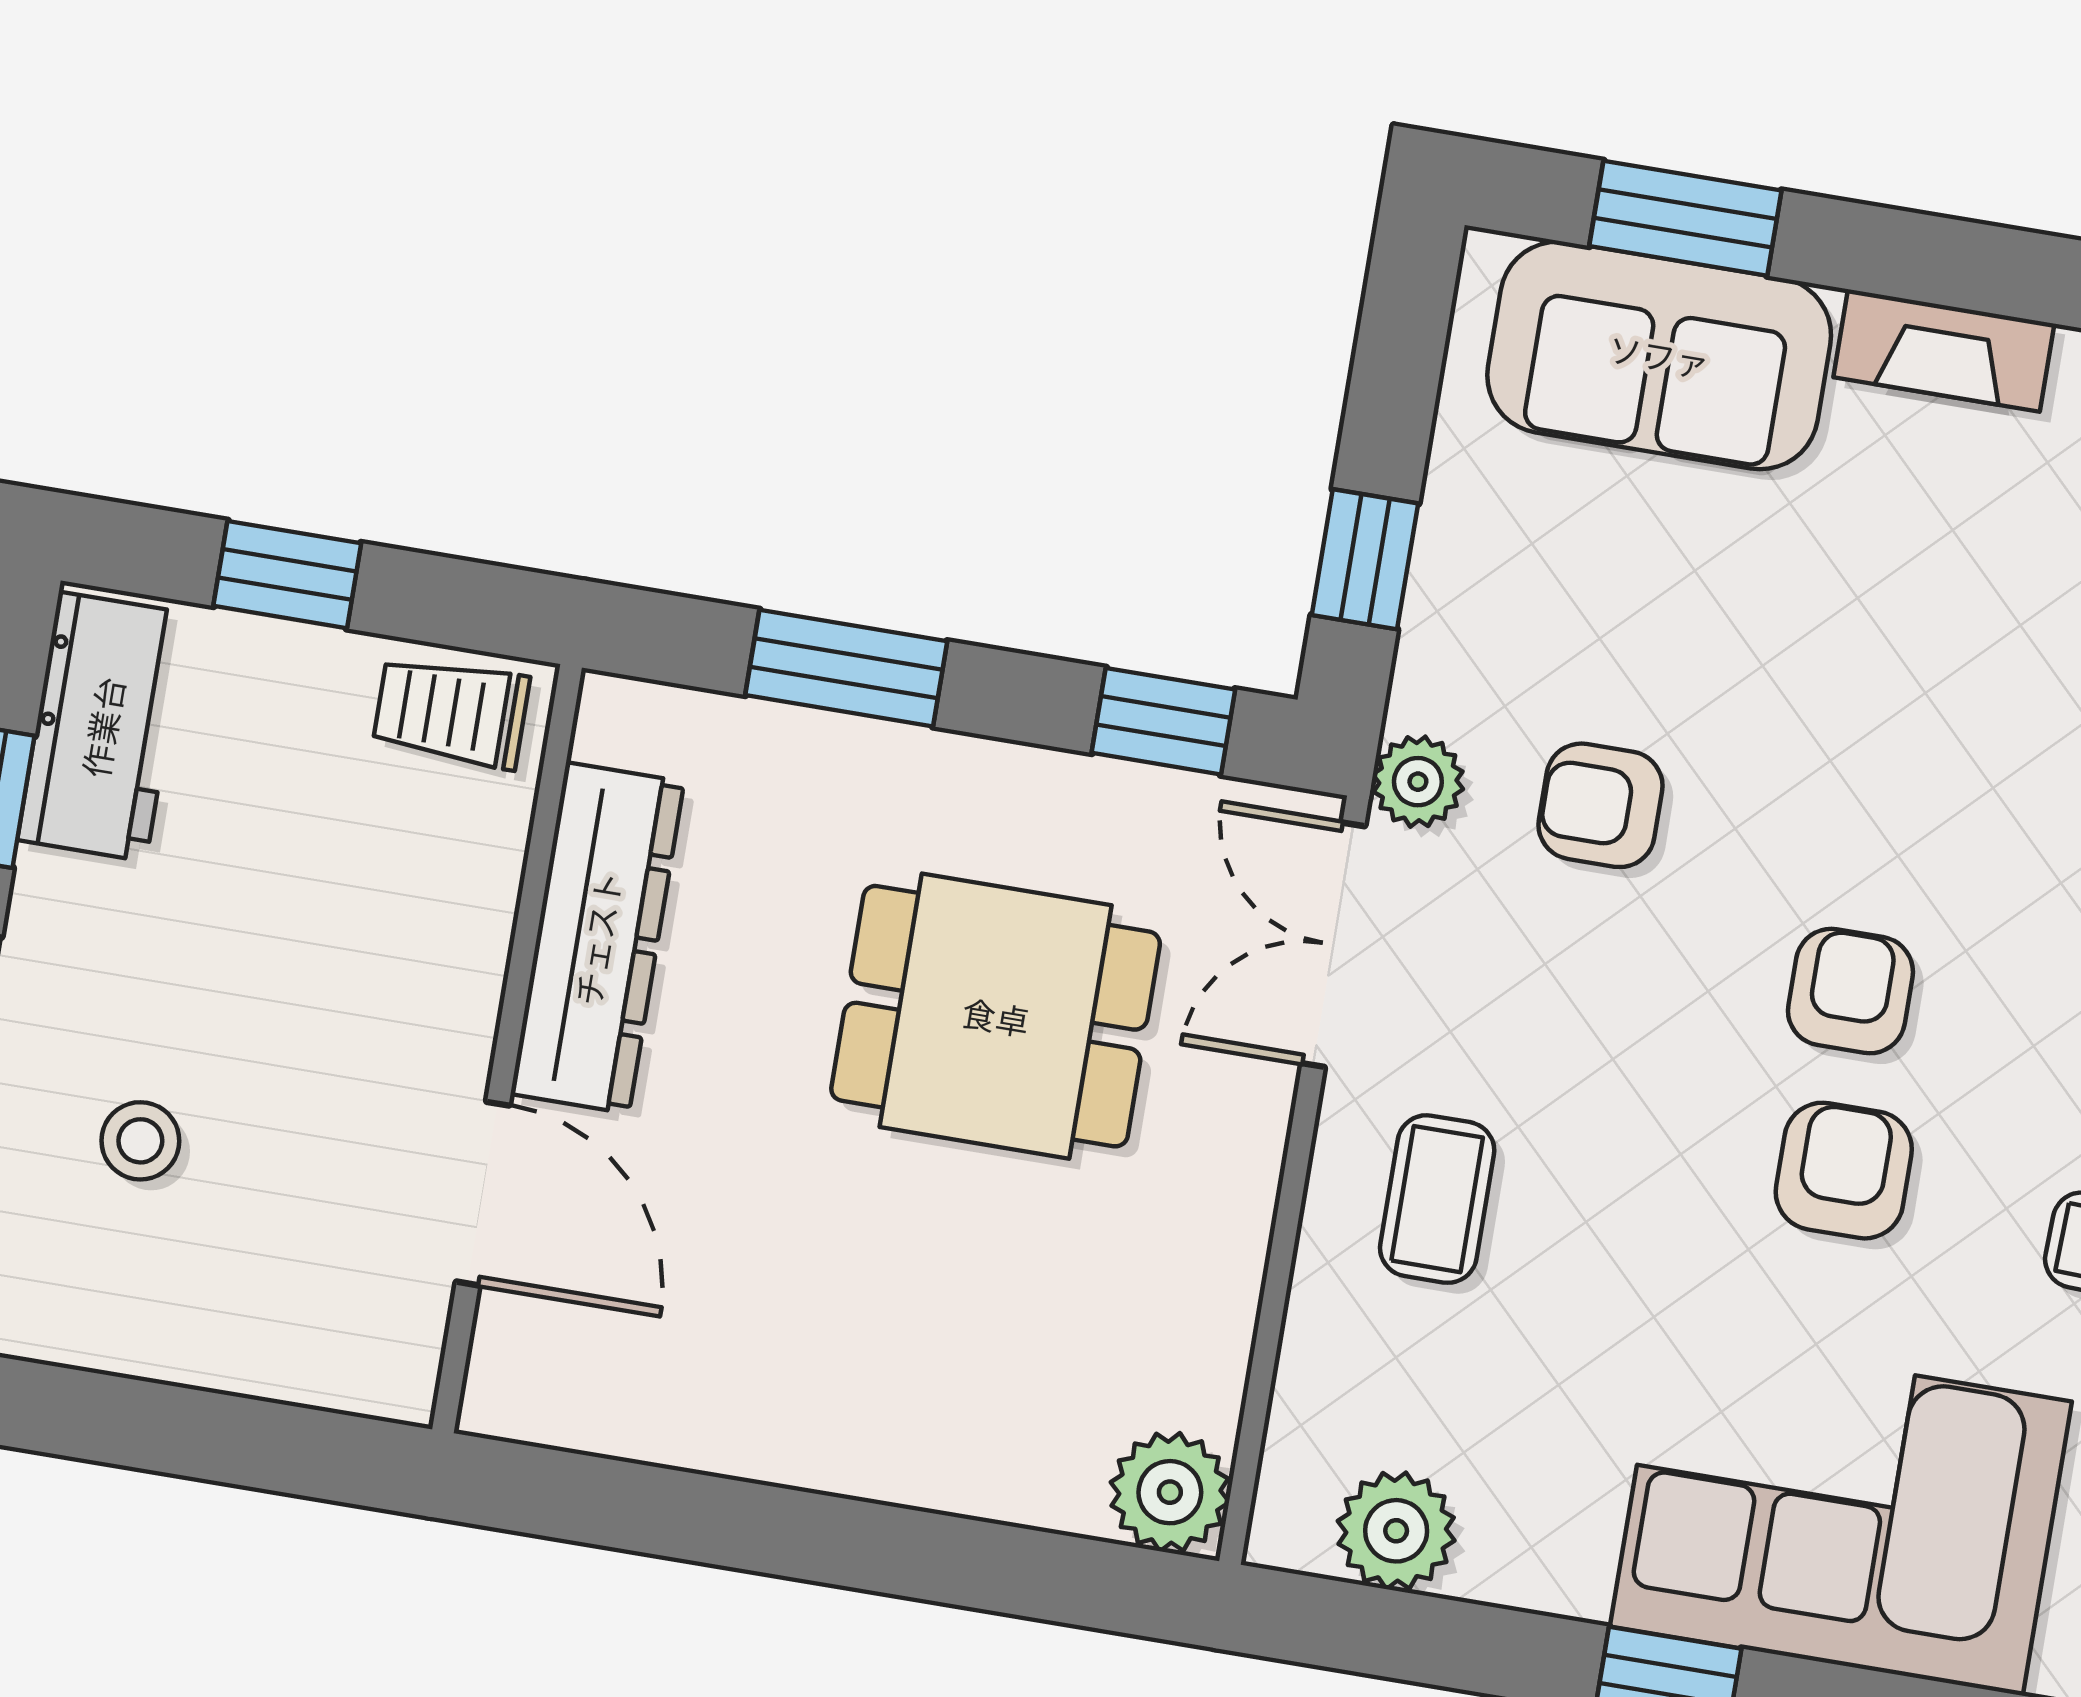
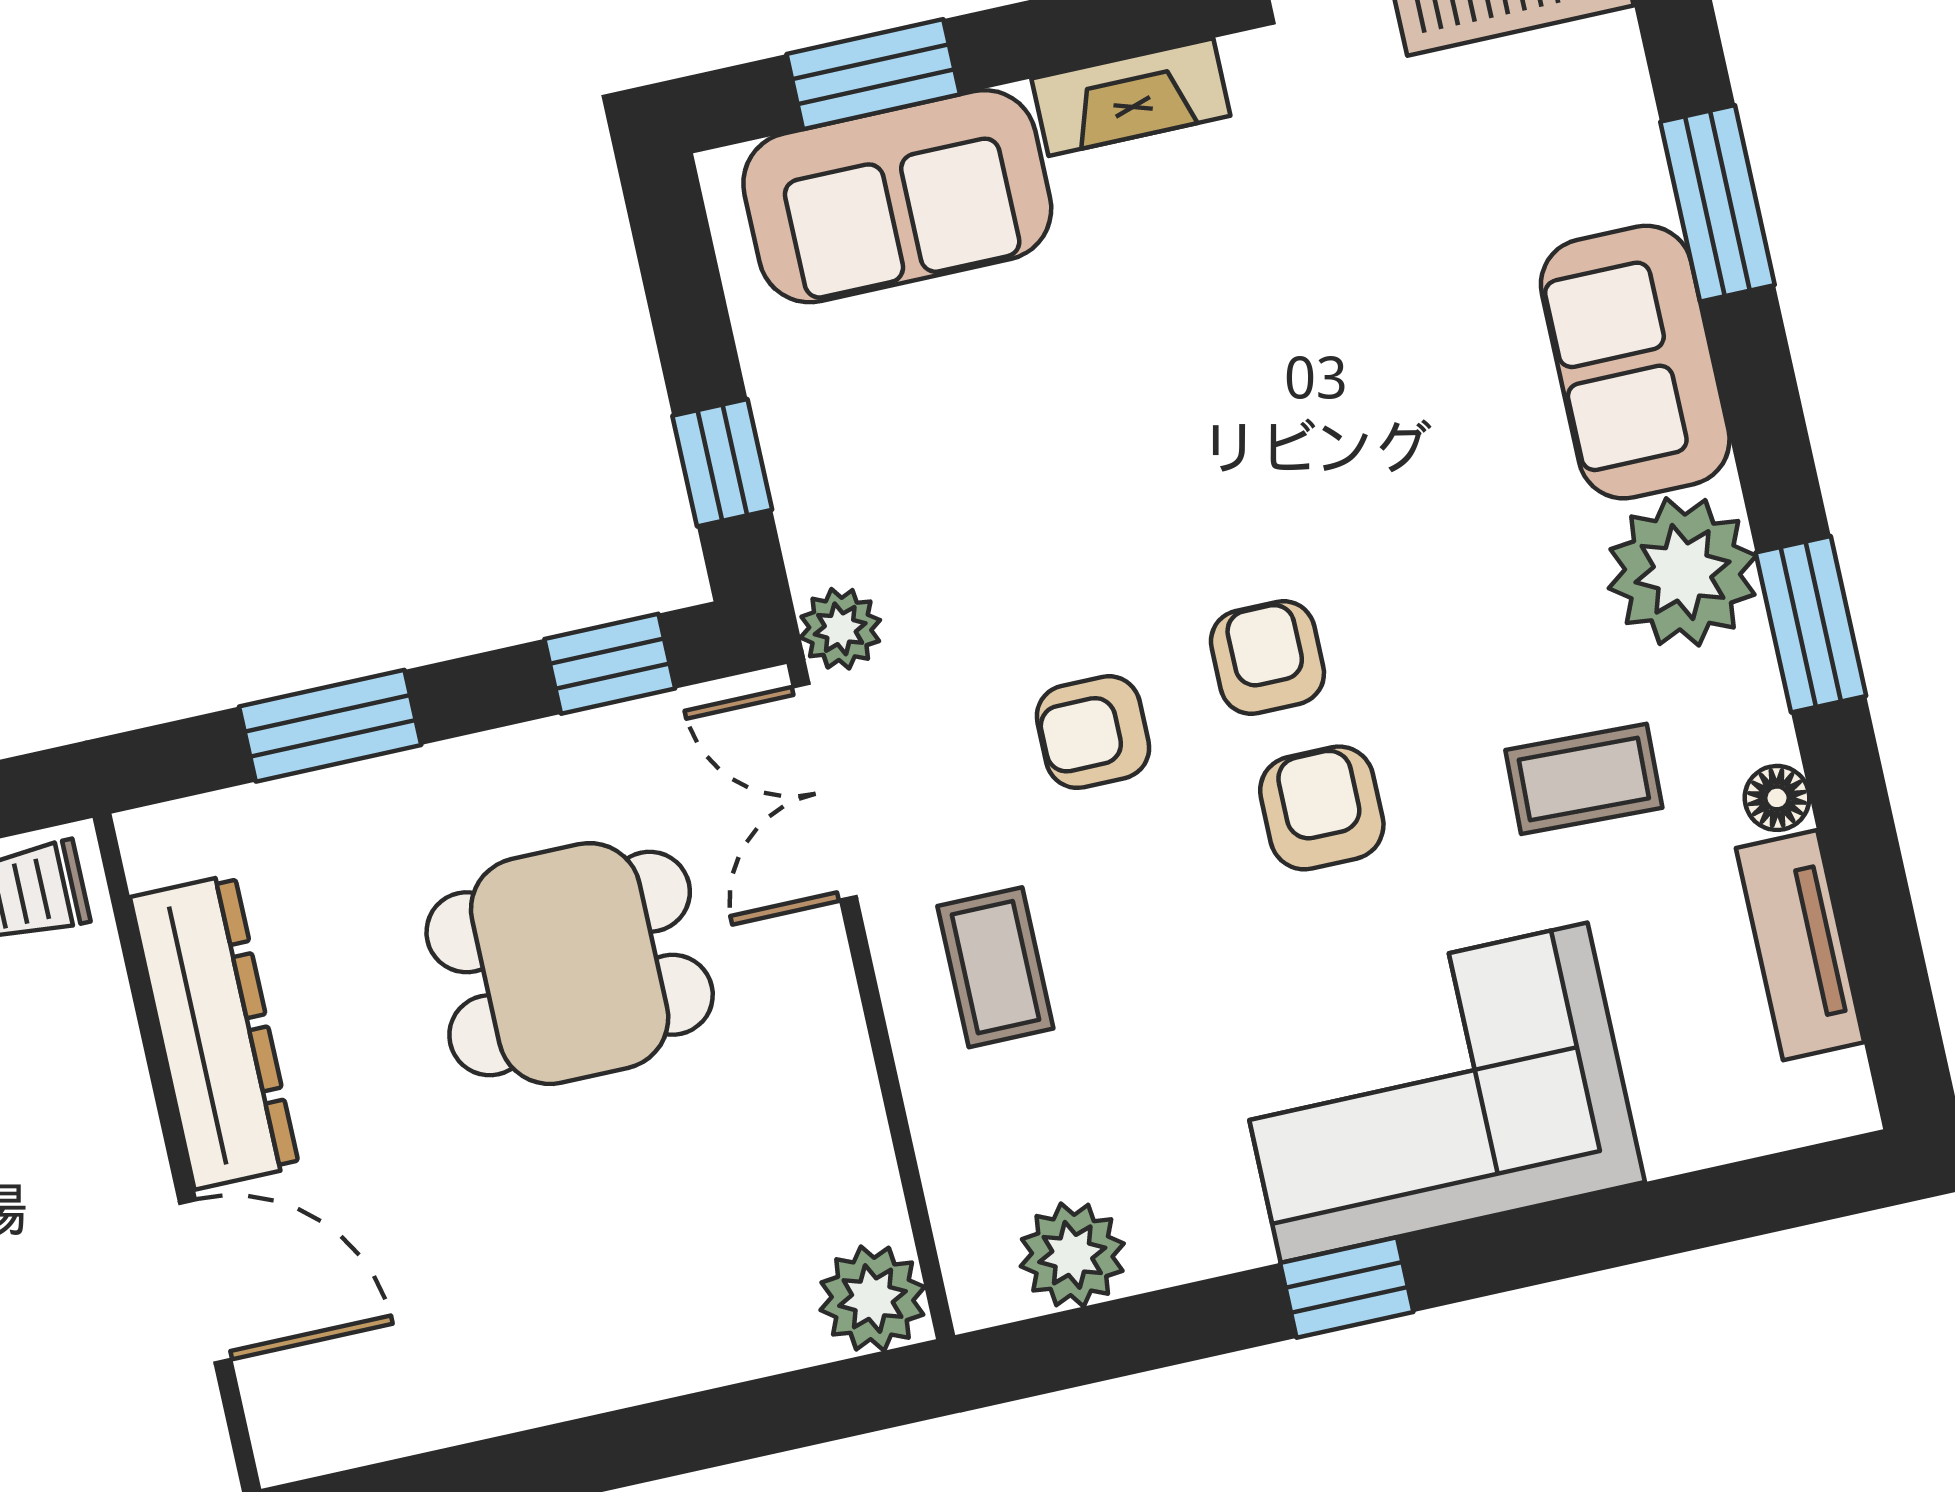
armchair: (1601, 805) -> (1093, 732), moved

